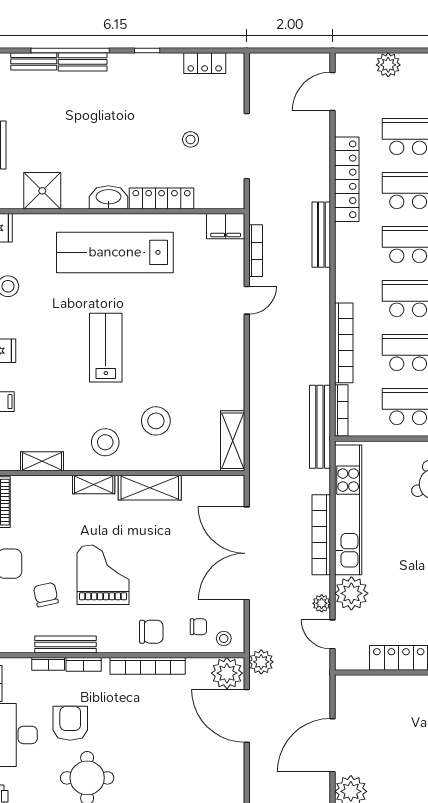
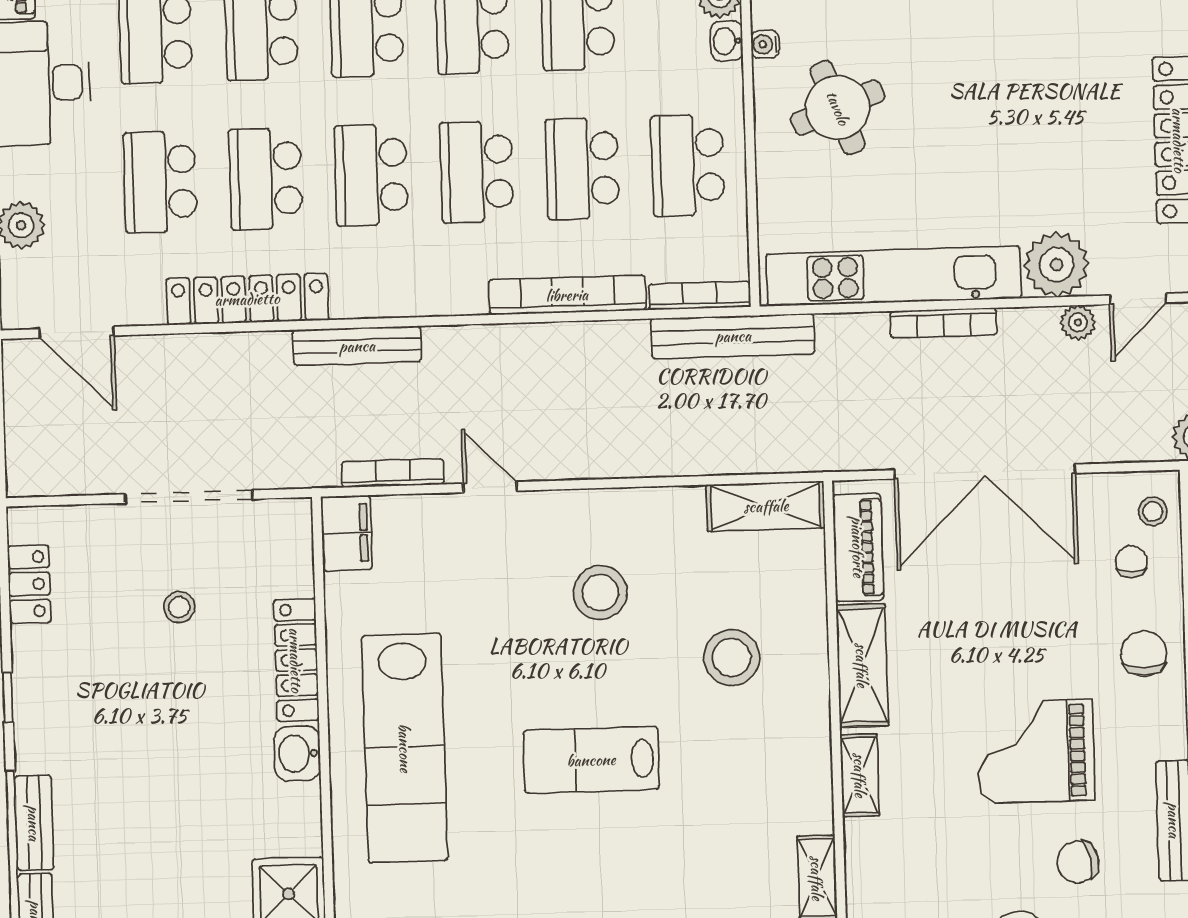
washbasin: (108, 197) -> (297, 753), width x0.72
stool: (105, 442) -> (600, 593), moved
piano: (210, 487) -> (858, 547), added
bookcase: (321, 535) -> (944, 323), width x0.68, depth x0.76

